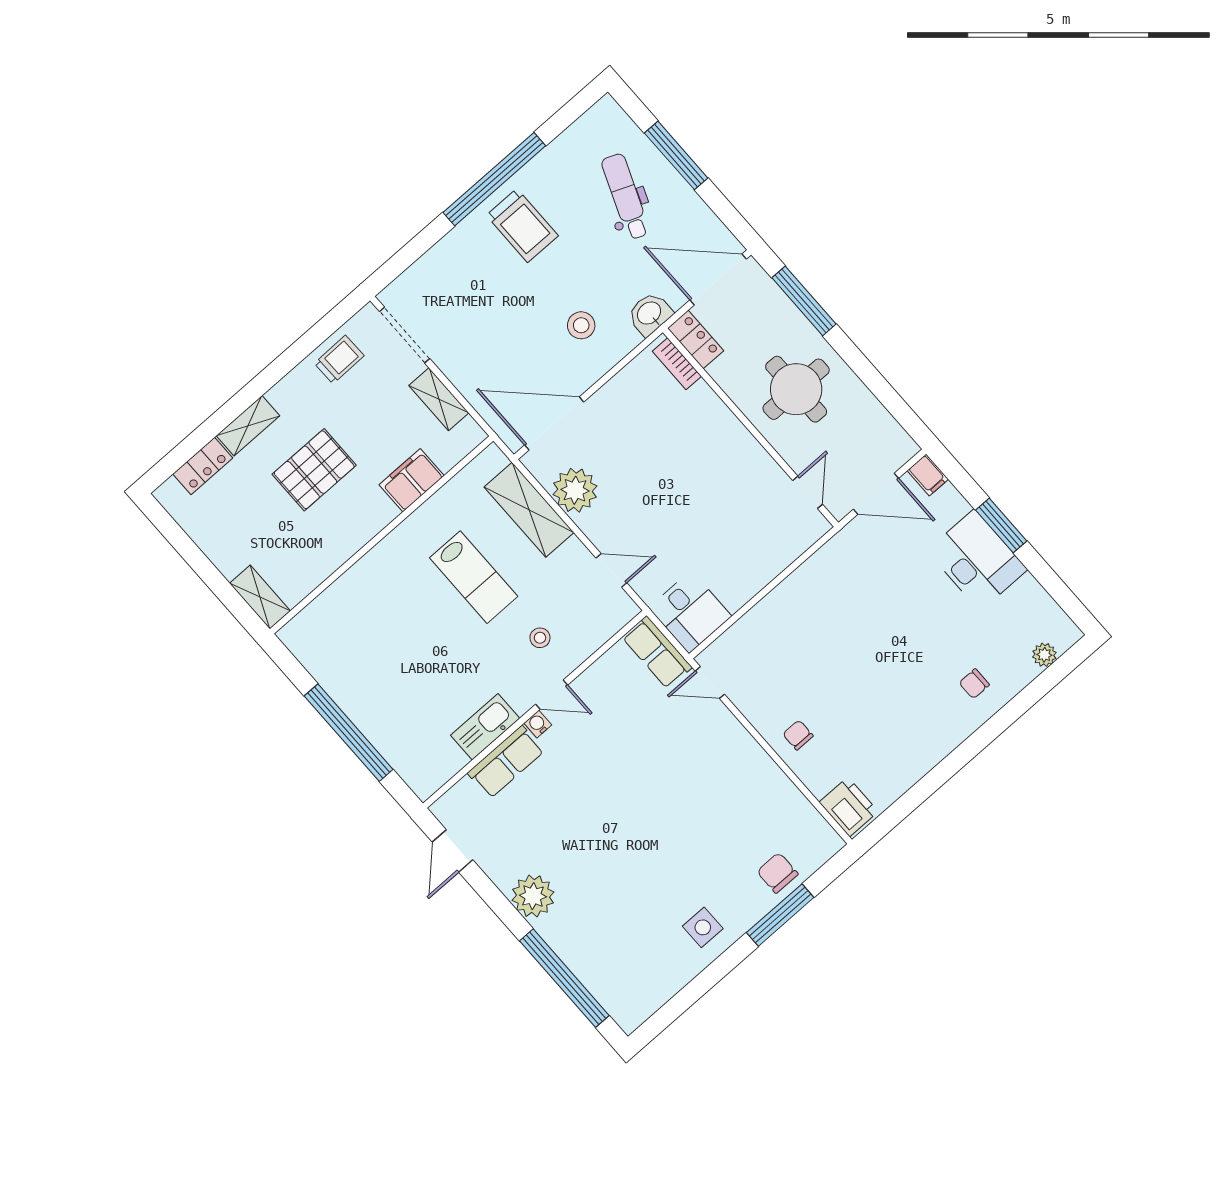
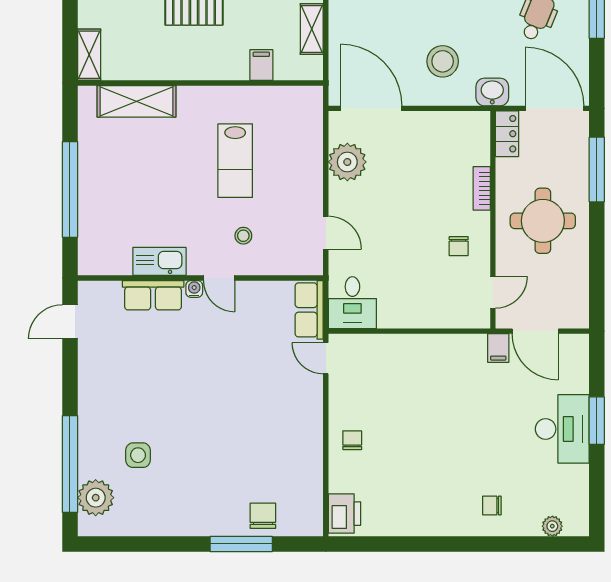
stool: (581, 325) -> (443, 61), width x1.38, depth x1.38
bookcase: (677, 364) -> (482, 188), moved
filing cabinet: (928, 475) -> (498, 348), moved
chair: (741, 478) -> (459, 246), added
filing cabinet: (412, 480) -> (261, 65), width x0.50
shelving: (529, 510) -> (137, 101), moved, turned 90
plant: (533, 896) -> (96, 498), moved
side table: (703, 927) -> (138, 455), moved

